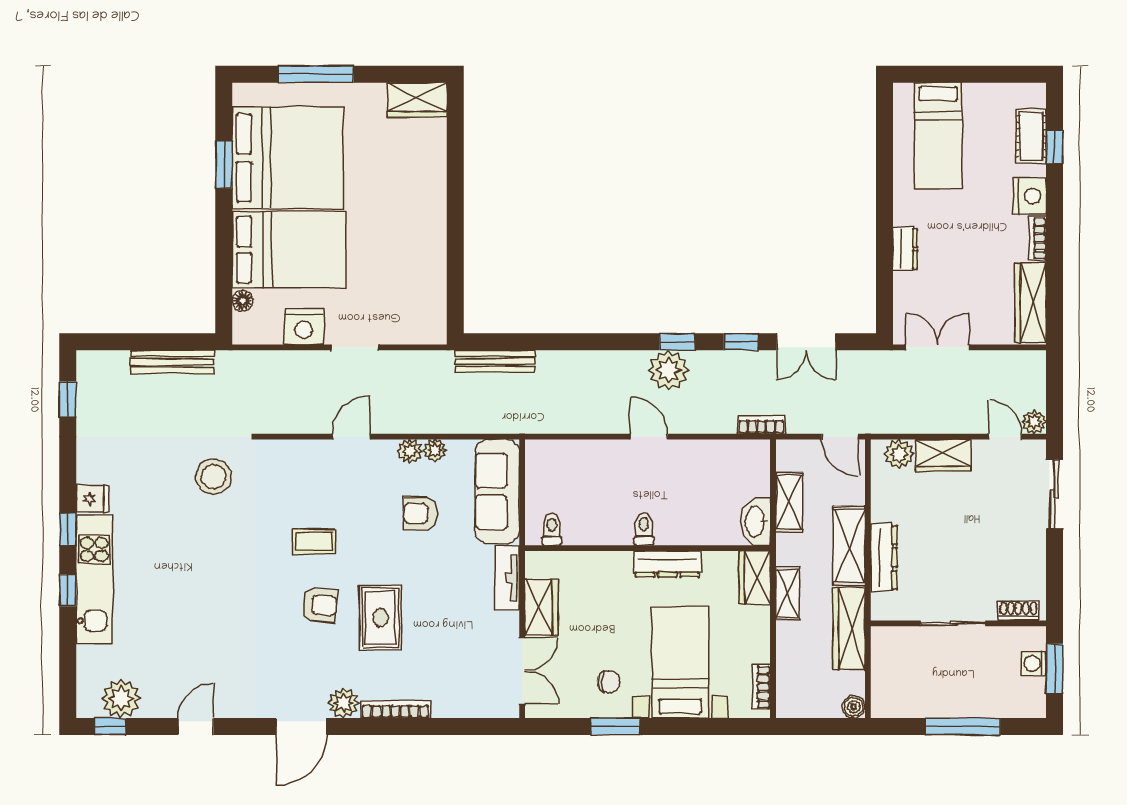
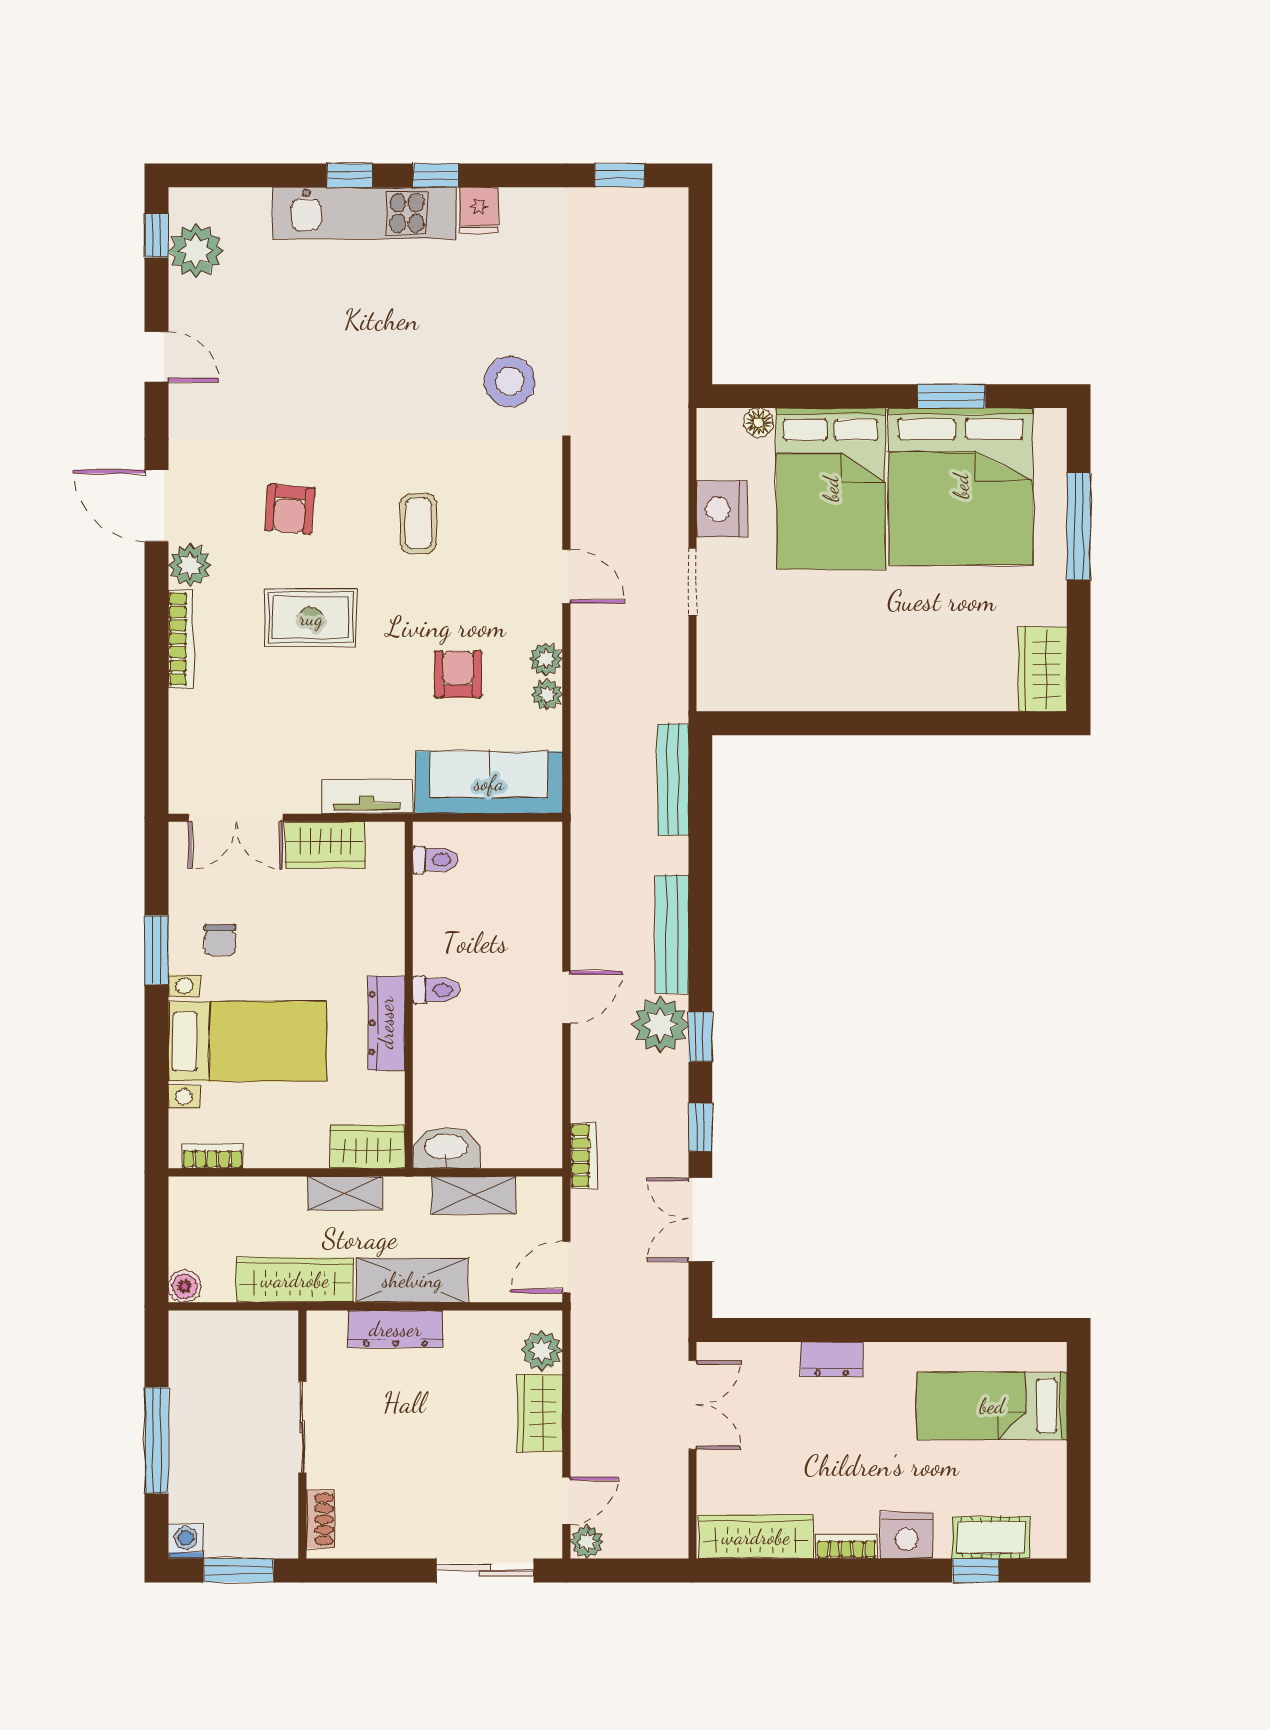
bench: (172, 362) -> (672, 934), moved
armchair: (320, 605) -> (290, 509), moved
washing machine: (1034, 663) -> (186, 1541), moved

